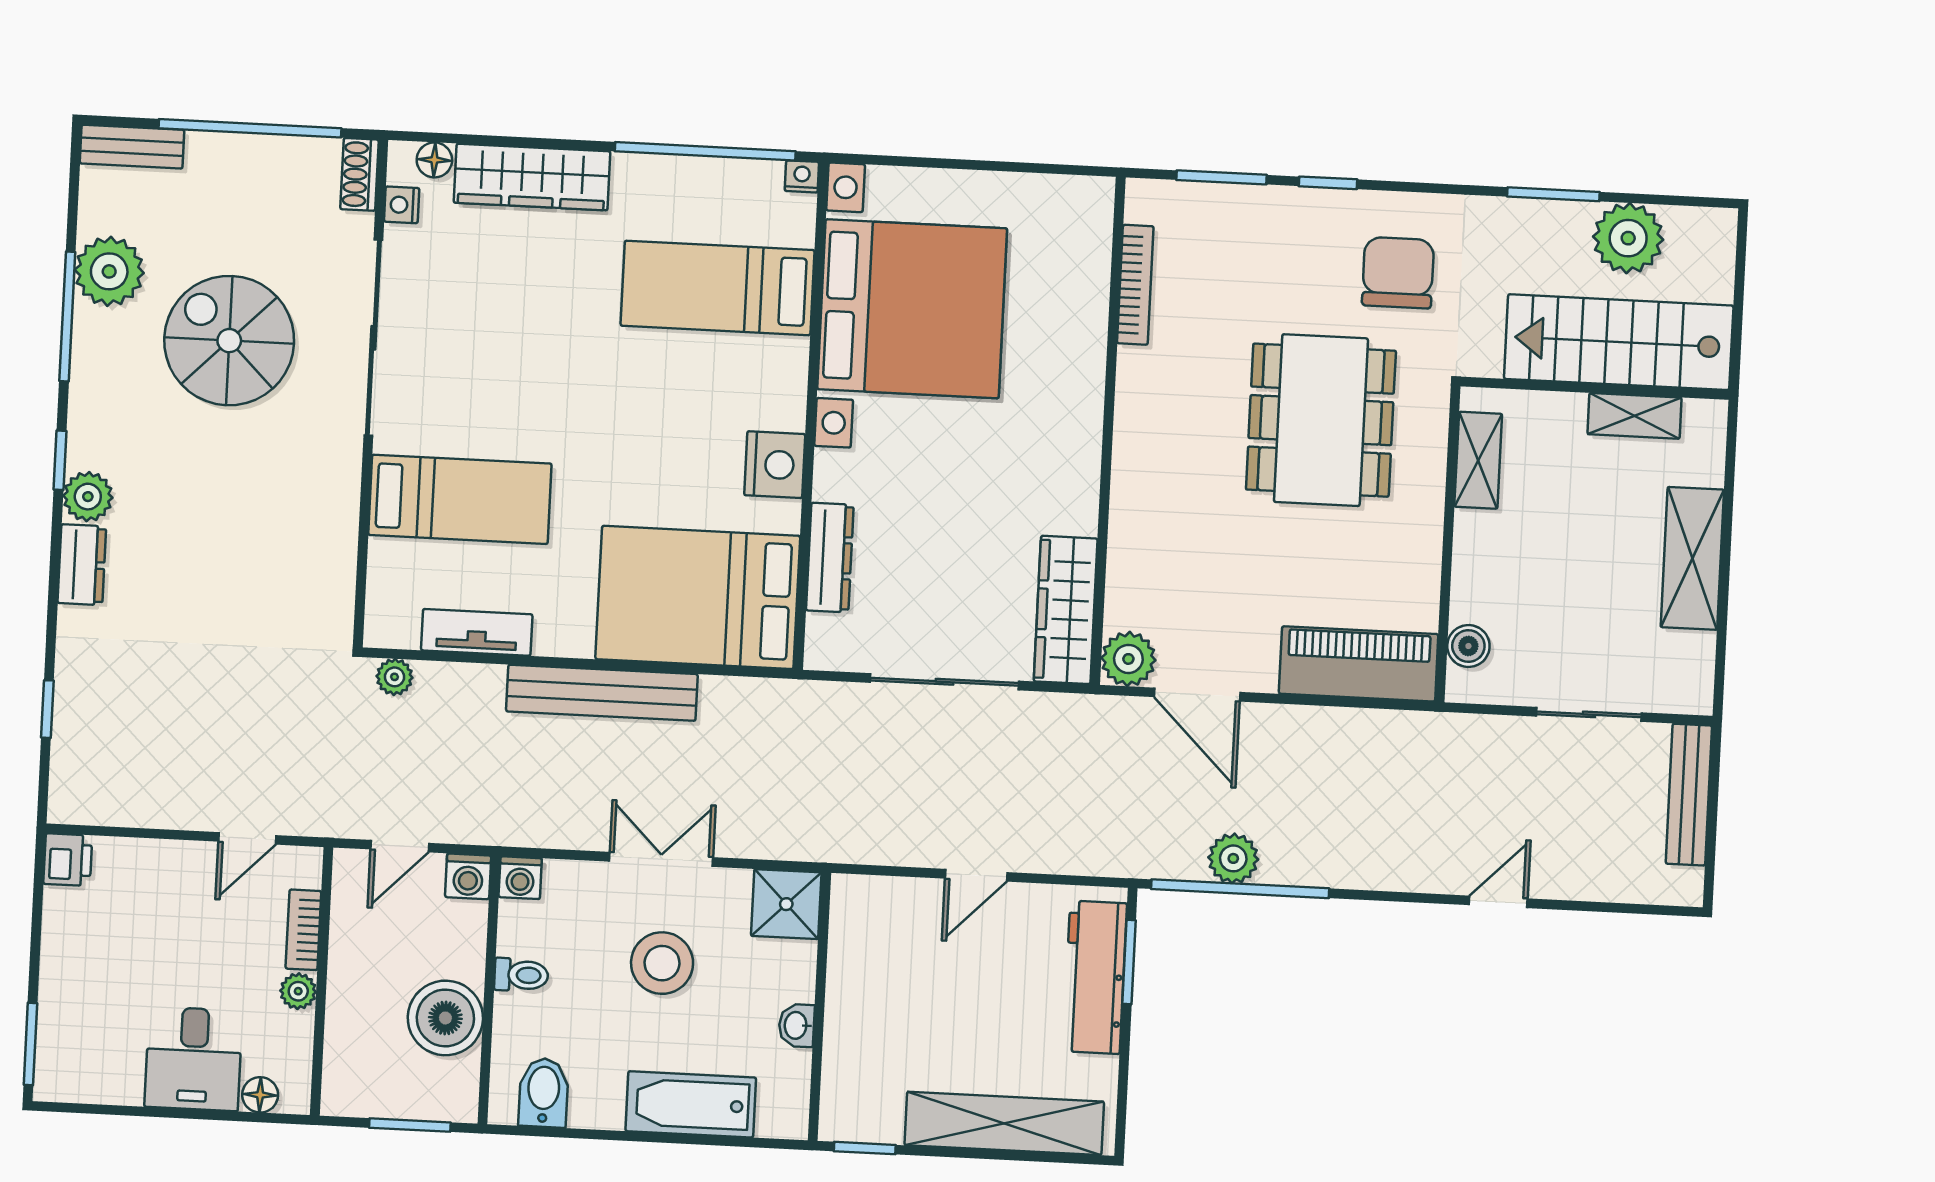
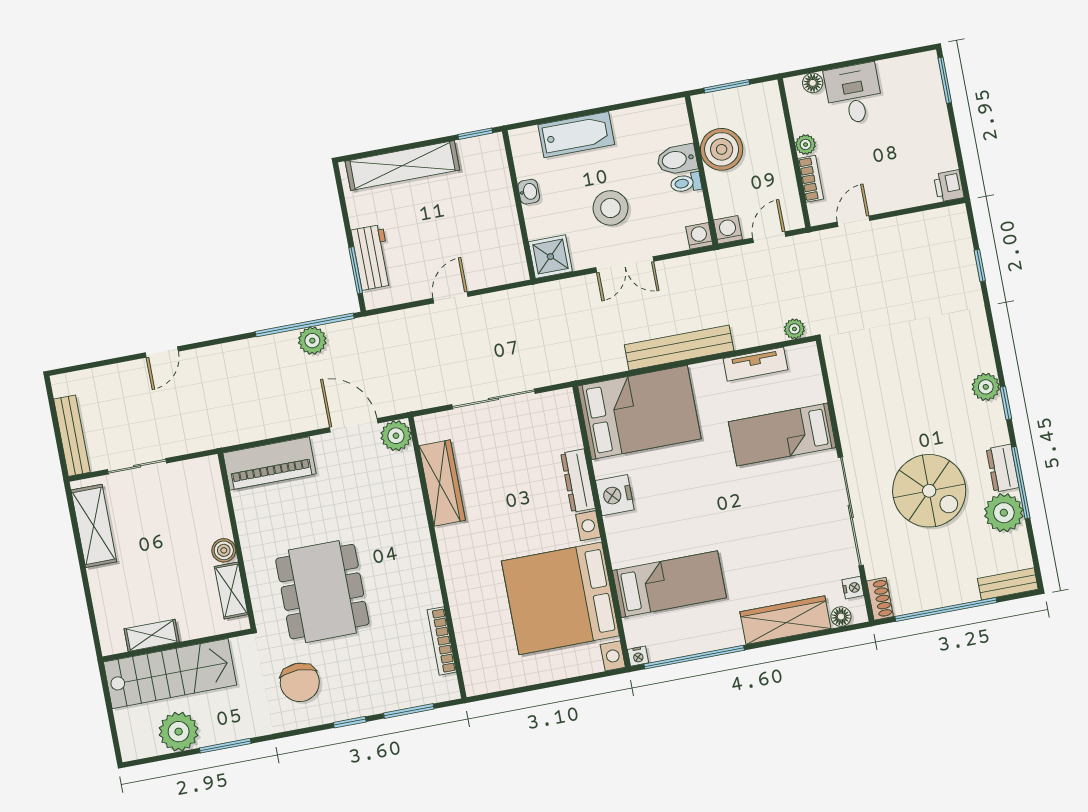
dresser: (830, 558) -> (578, 481), moved
shelving: (1692, 558) -> (94, 526), moved
dresser: (82, 565) -> (1003, 468), moved
wardrobe: (1066, 610) -> (442, 483), moved
boiler: (1468, 646) -> (224, 550), moved
workbench: (1095, 977) -> (372, 257), width x0.73
bidet: (544, 1093) -> (677, 159), moved, turned 90

